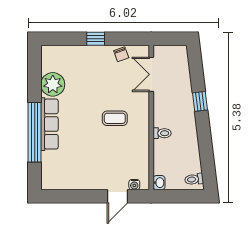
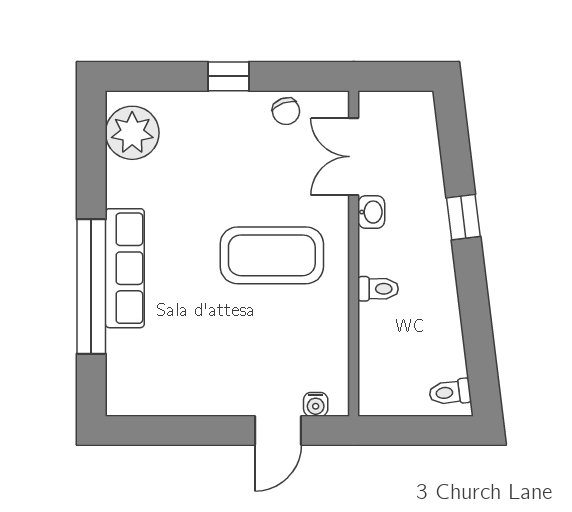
plant: (53, 84) -> (132, 133), moved
coffee table: (115, 118) -> (272, 255), width x1.86, depth x1.72
washbasin: (159, 183) -> (371, 212), moved

